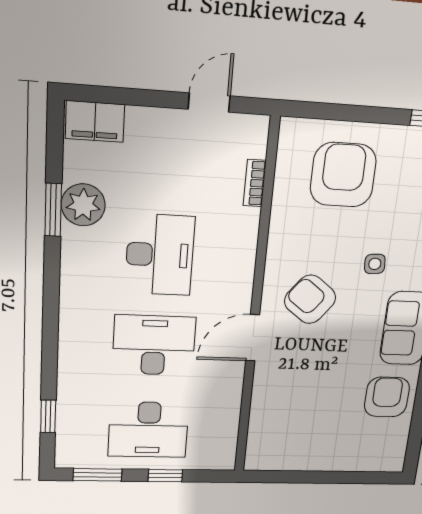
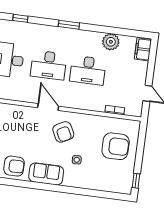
window: (53, 210) -> (69, 25), moved
armchair: (310, 299) -> (63, 132), turned 115
desk: (154, 345) -> (49, 65), turned 90

